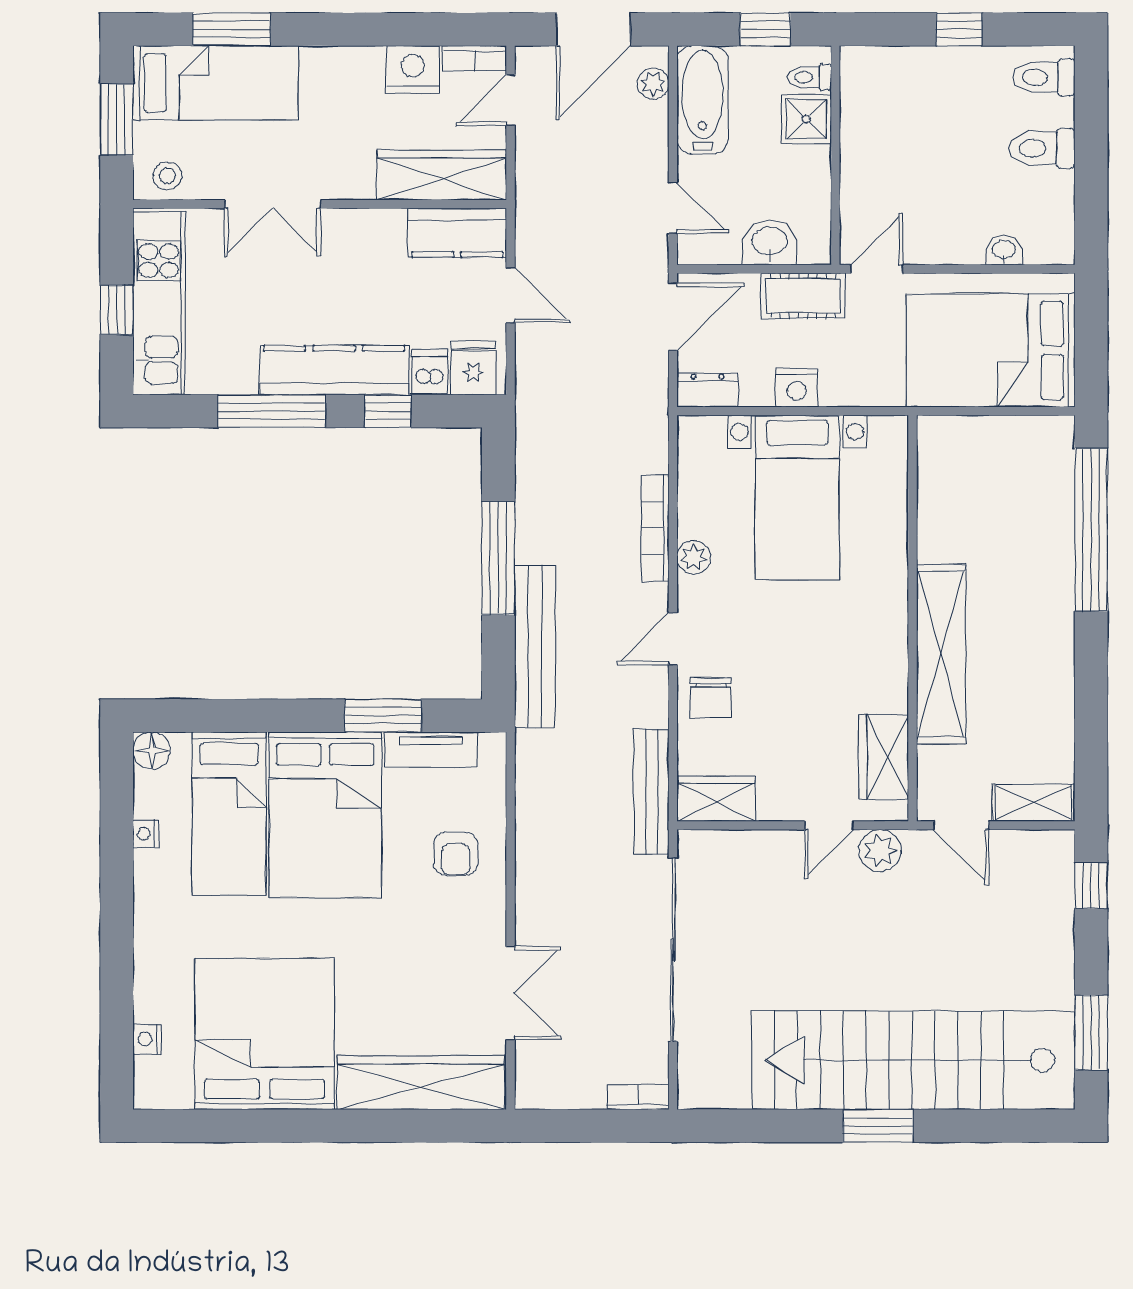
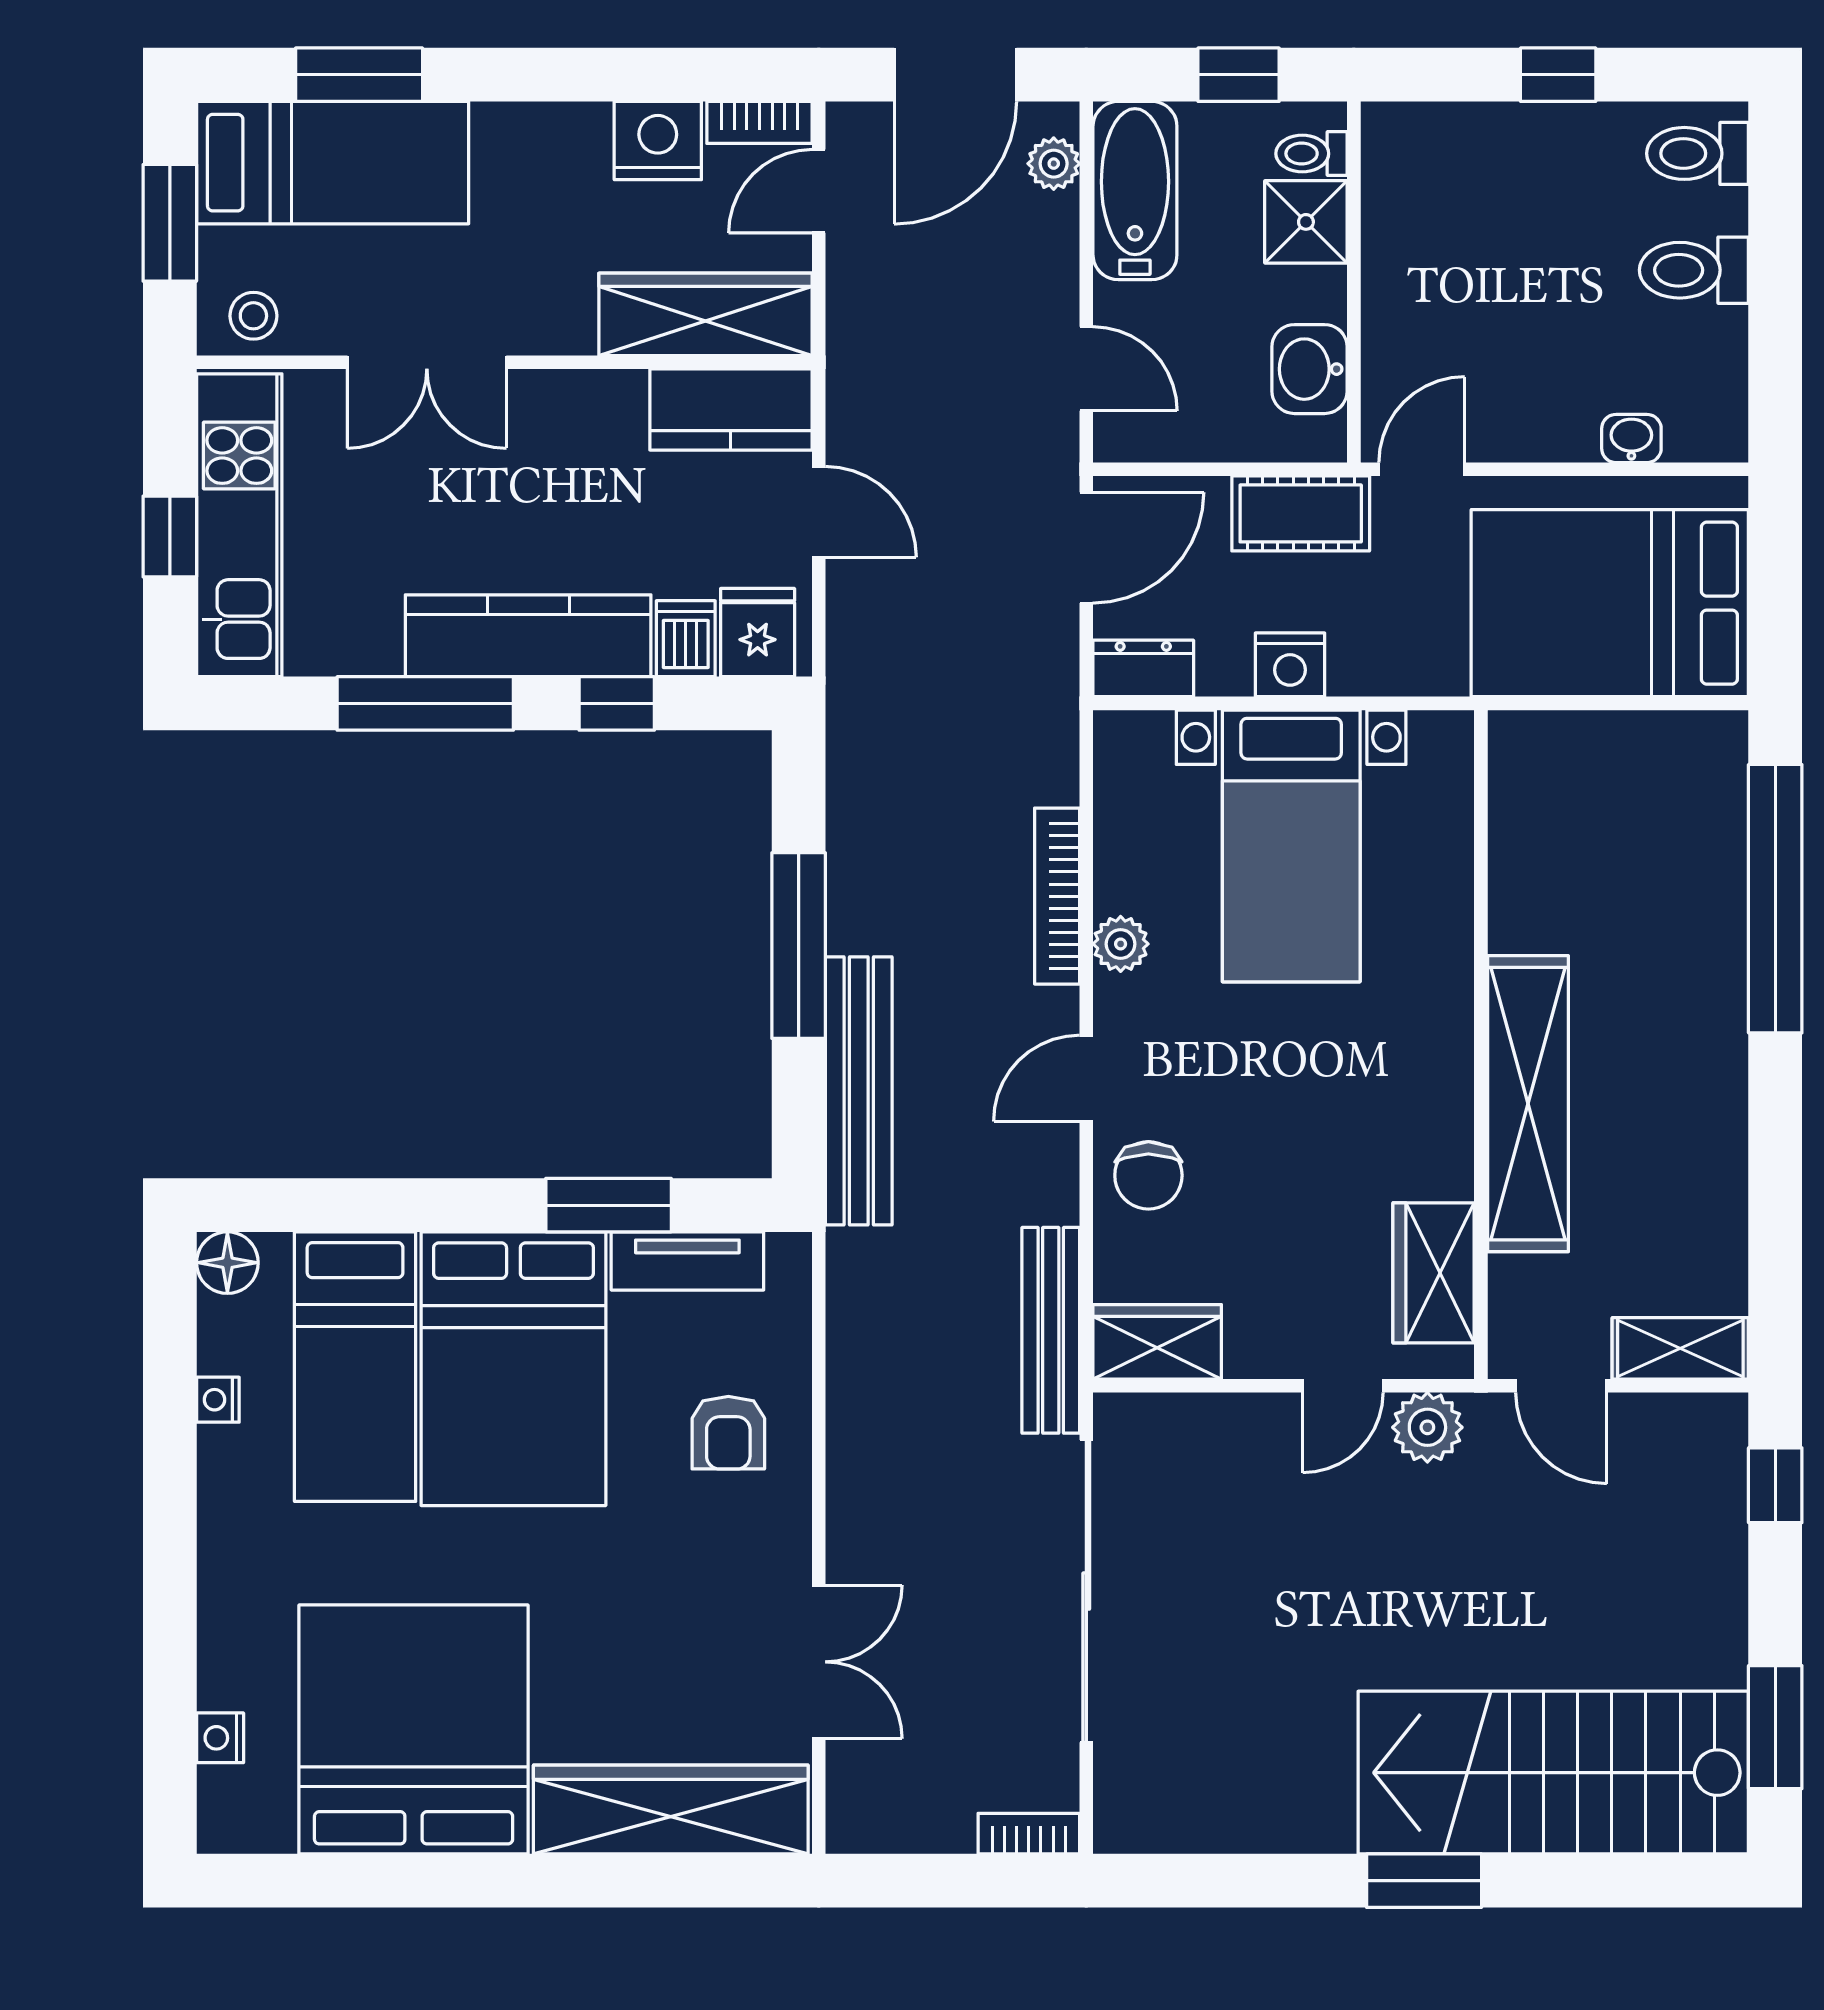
washbasin: (770, 242) -> (1310, 369), moved, turned -90
stairs: (913, 1060) -> (1553, 1773), width x0.73

